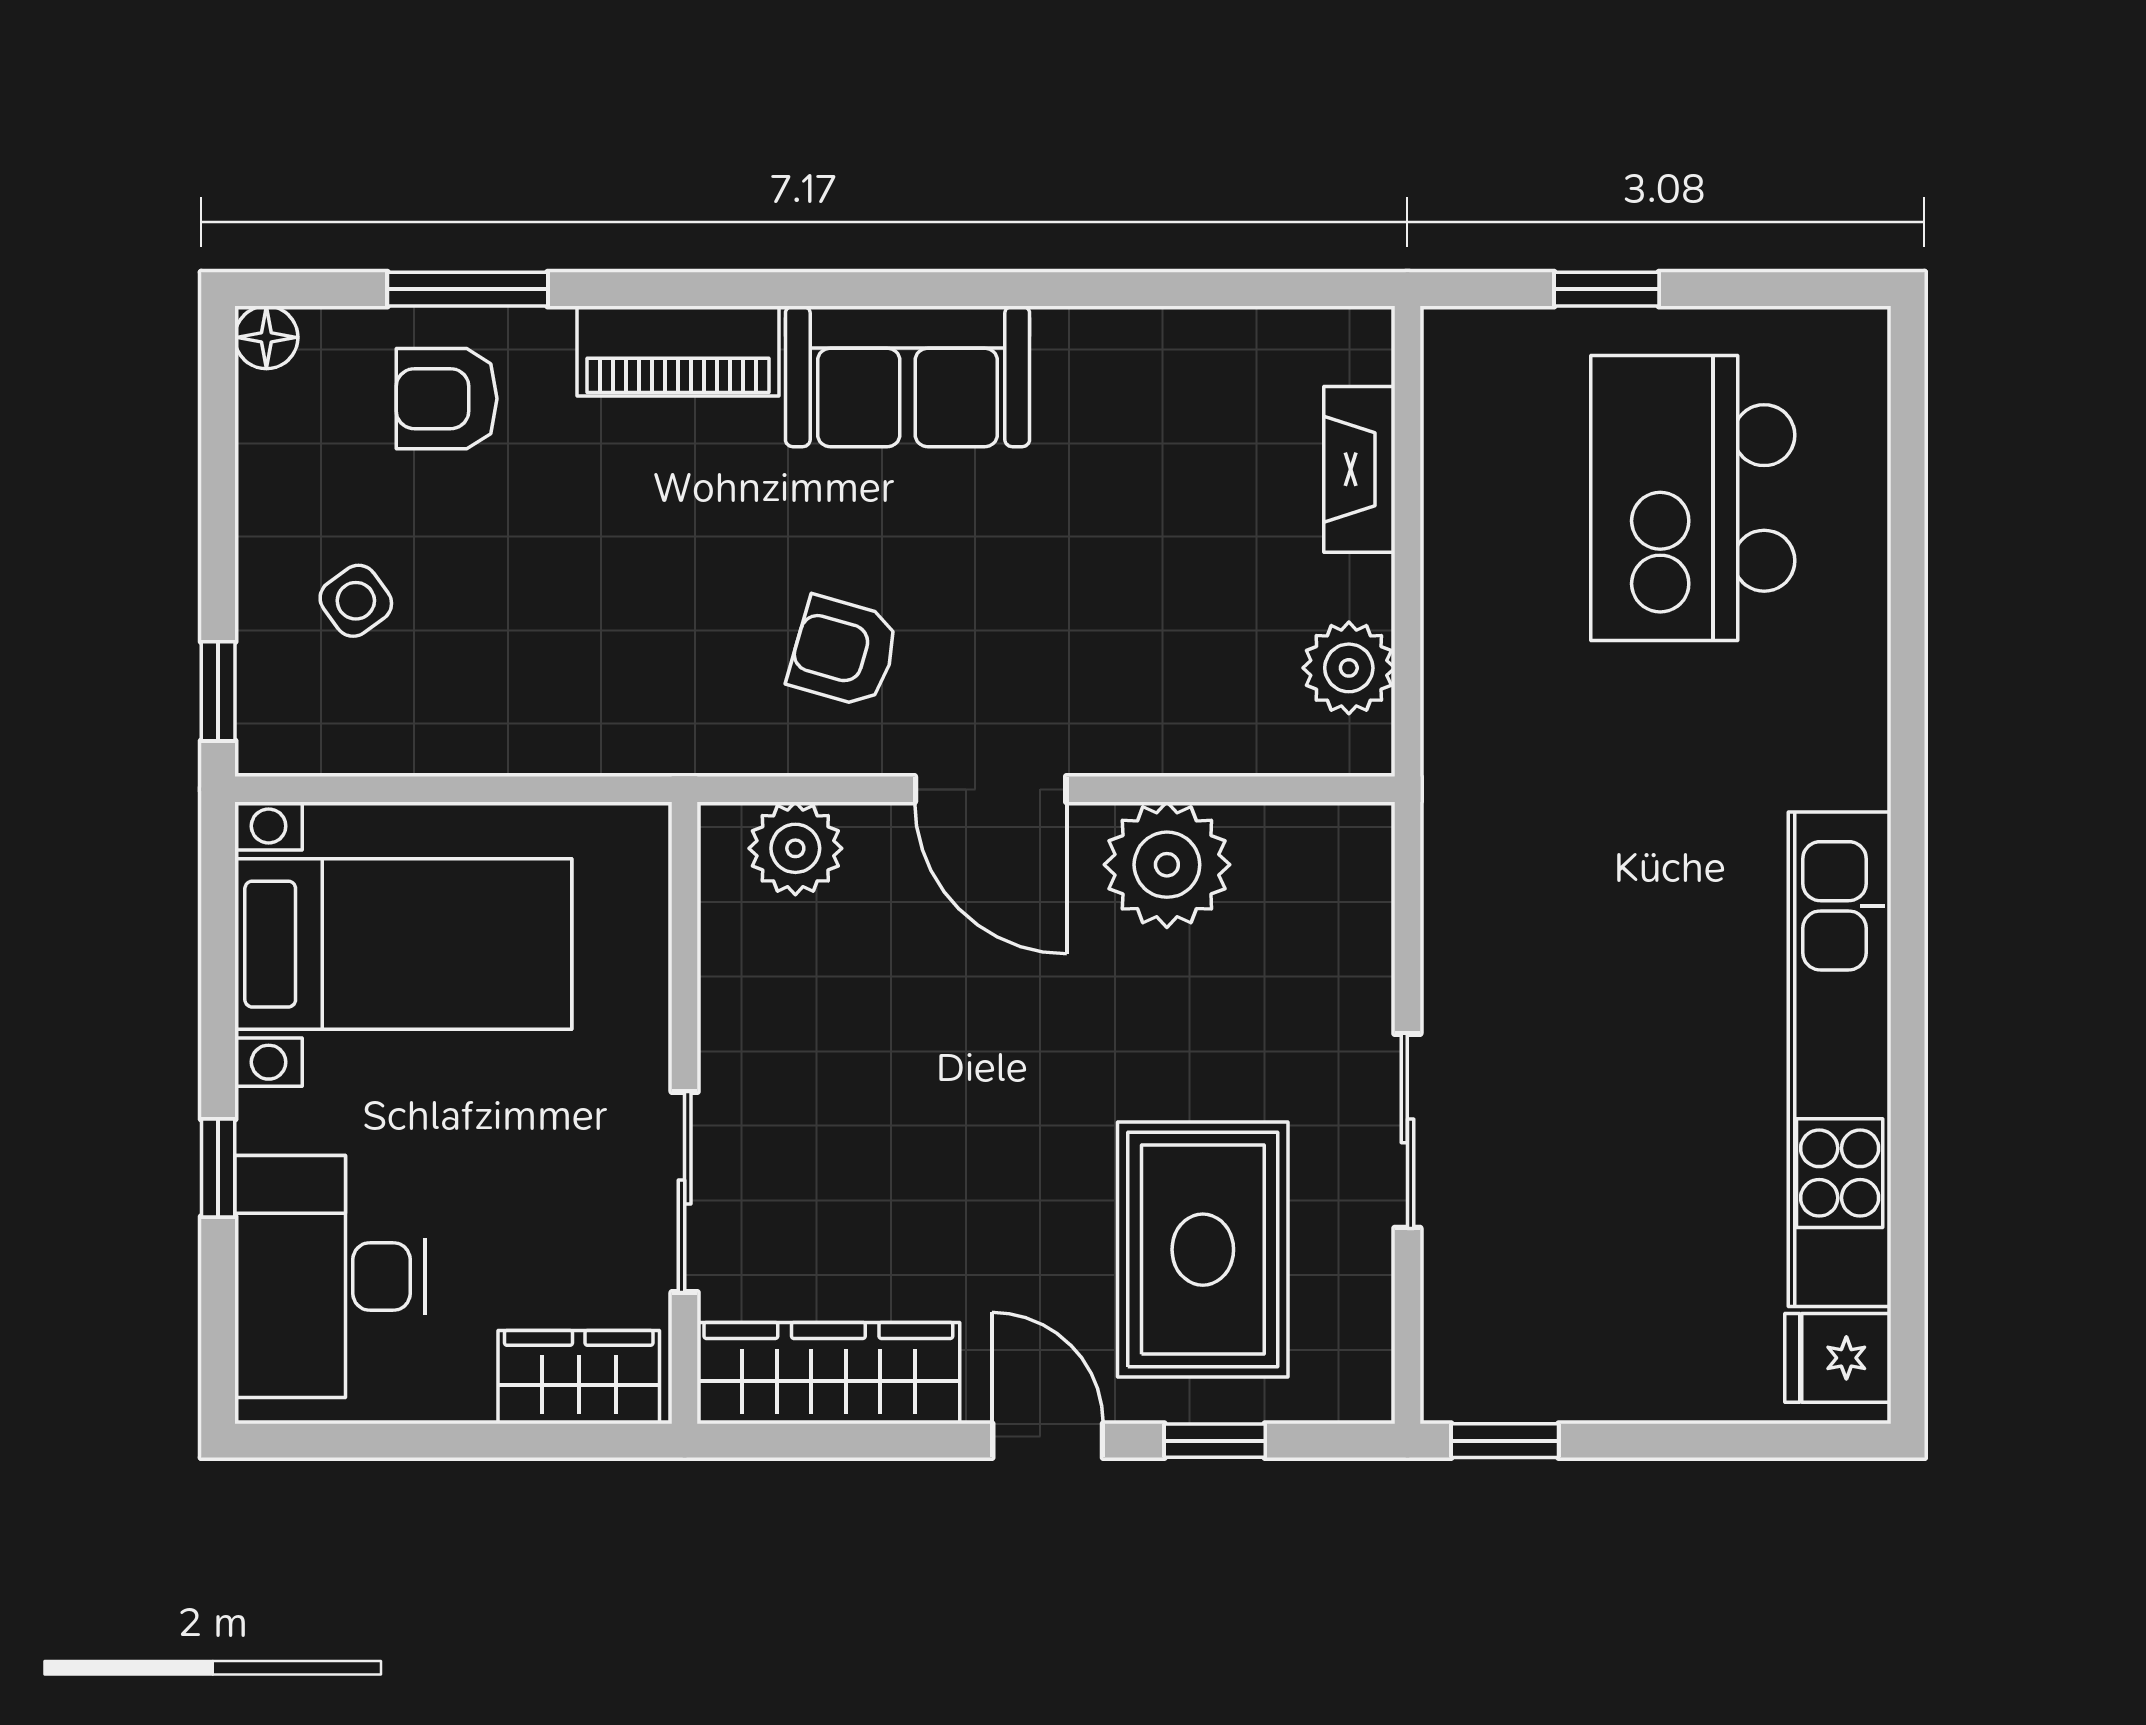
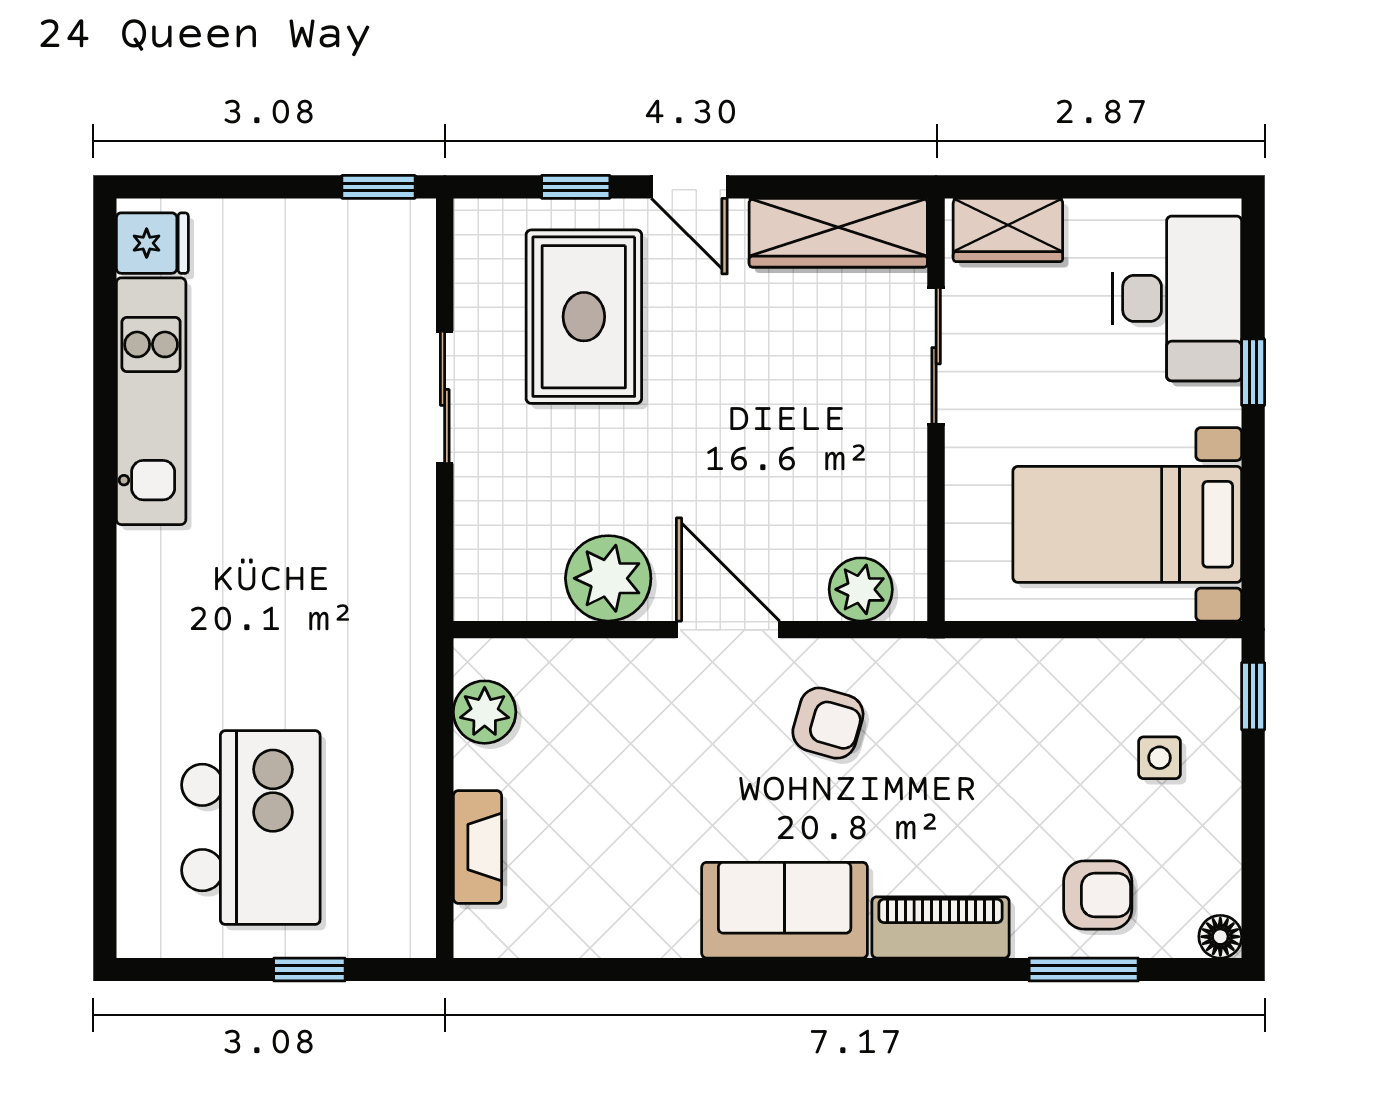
side table: (356, 601) -> (1159, 758), turned 36
kitchen unit: (1840, 1059) -> (151, 401), width x0.73

